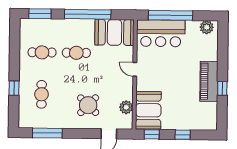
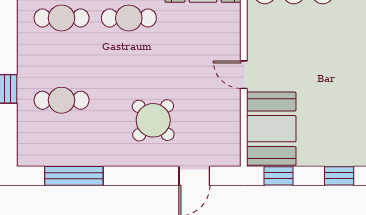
door: (135, 69) -> (244, 75), moved
cafe table: (42, 94) -> (62, 100), turned 90
plant: (126, 107) -> (228, 124), removed

